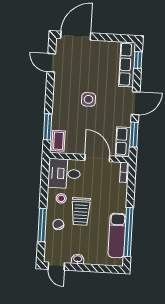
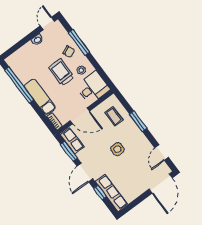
window: (138, 60) -> (100, 192), moved
door: (51, 63) -> (162, 153), swing flipped
window: (48, 127) -> (138, 121), moved
coffee table: (58, 141) -> (114, 116), moved
exam couch: (117, 235) -> (40, 97), moved
door: (56, 266) -> (47, 23), hinge flipped

